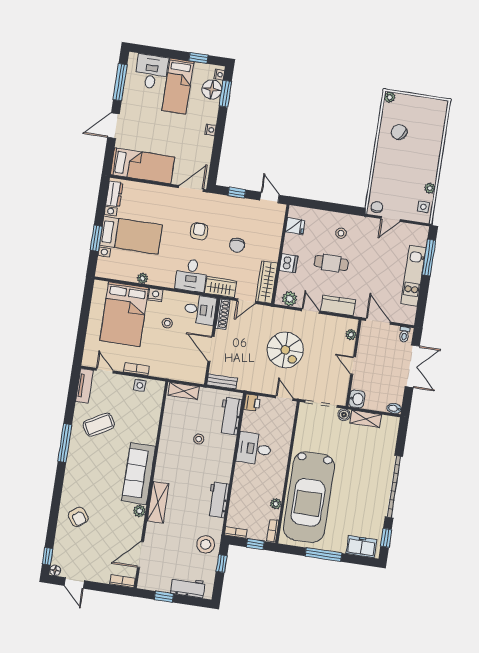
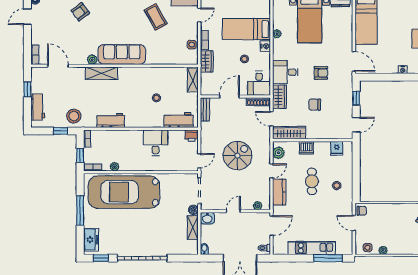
bed: (124, 314) -> (246, 29), width x0.67
spiral stairs: (285, 350) -> (238, 156), turned 180
wardrobe: (163, 370) -> (207, 62), added

